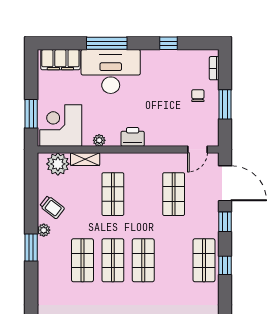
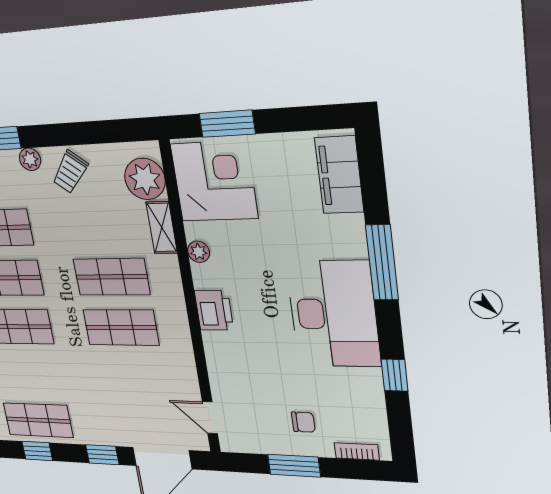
desk: (111, 72) -> (333, 314), moved
shop shelf: (174, 194) -> (121, 328), moved

